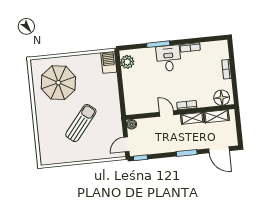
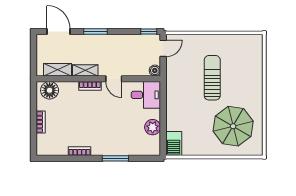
desk: (169, 58) -> (146, 95), moved, turned -90
plant: (127, 62) -> (153, 127), moved
sun lounger: (81, 123) -> (212, 78), turned 141

